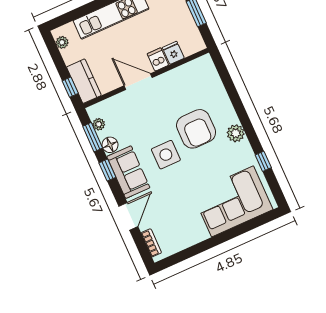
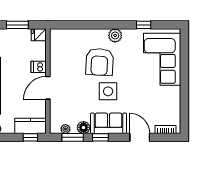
fridge: (173, 53) -> (39, 35), moved
armchair: (196, 129) -> (99, 62), turned 93

